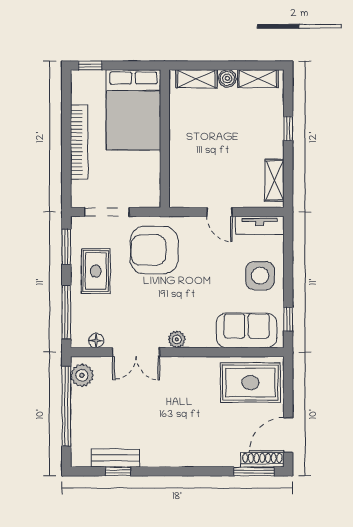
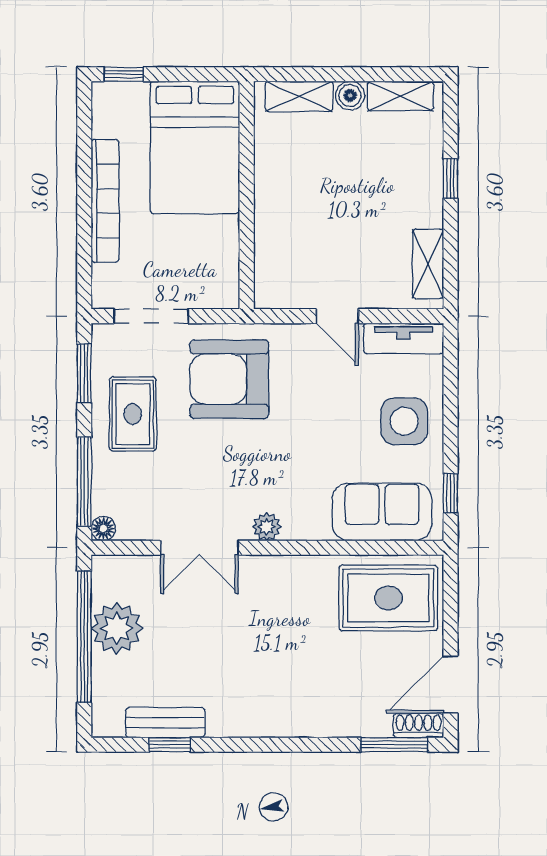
floor lamp: (96, 341) -> (103, 529), moved
plant: (82, 375) -> (117, 628), moved, width x1.36, depth x1.36
shoe rack: (262, 460) -> (419, 726), width x0.70

